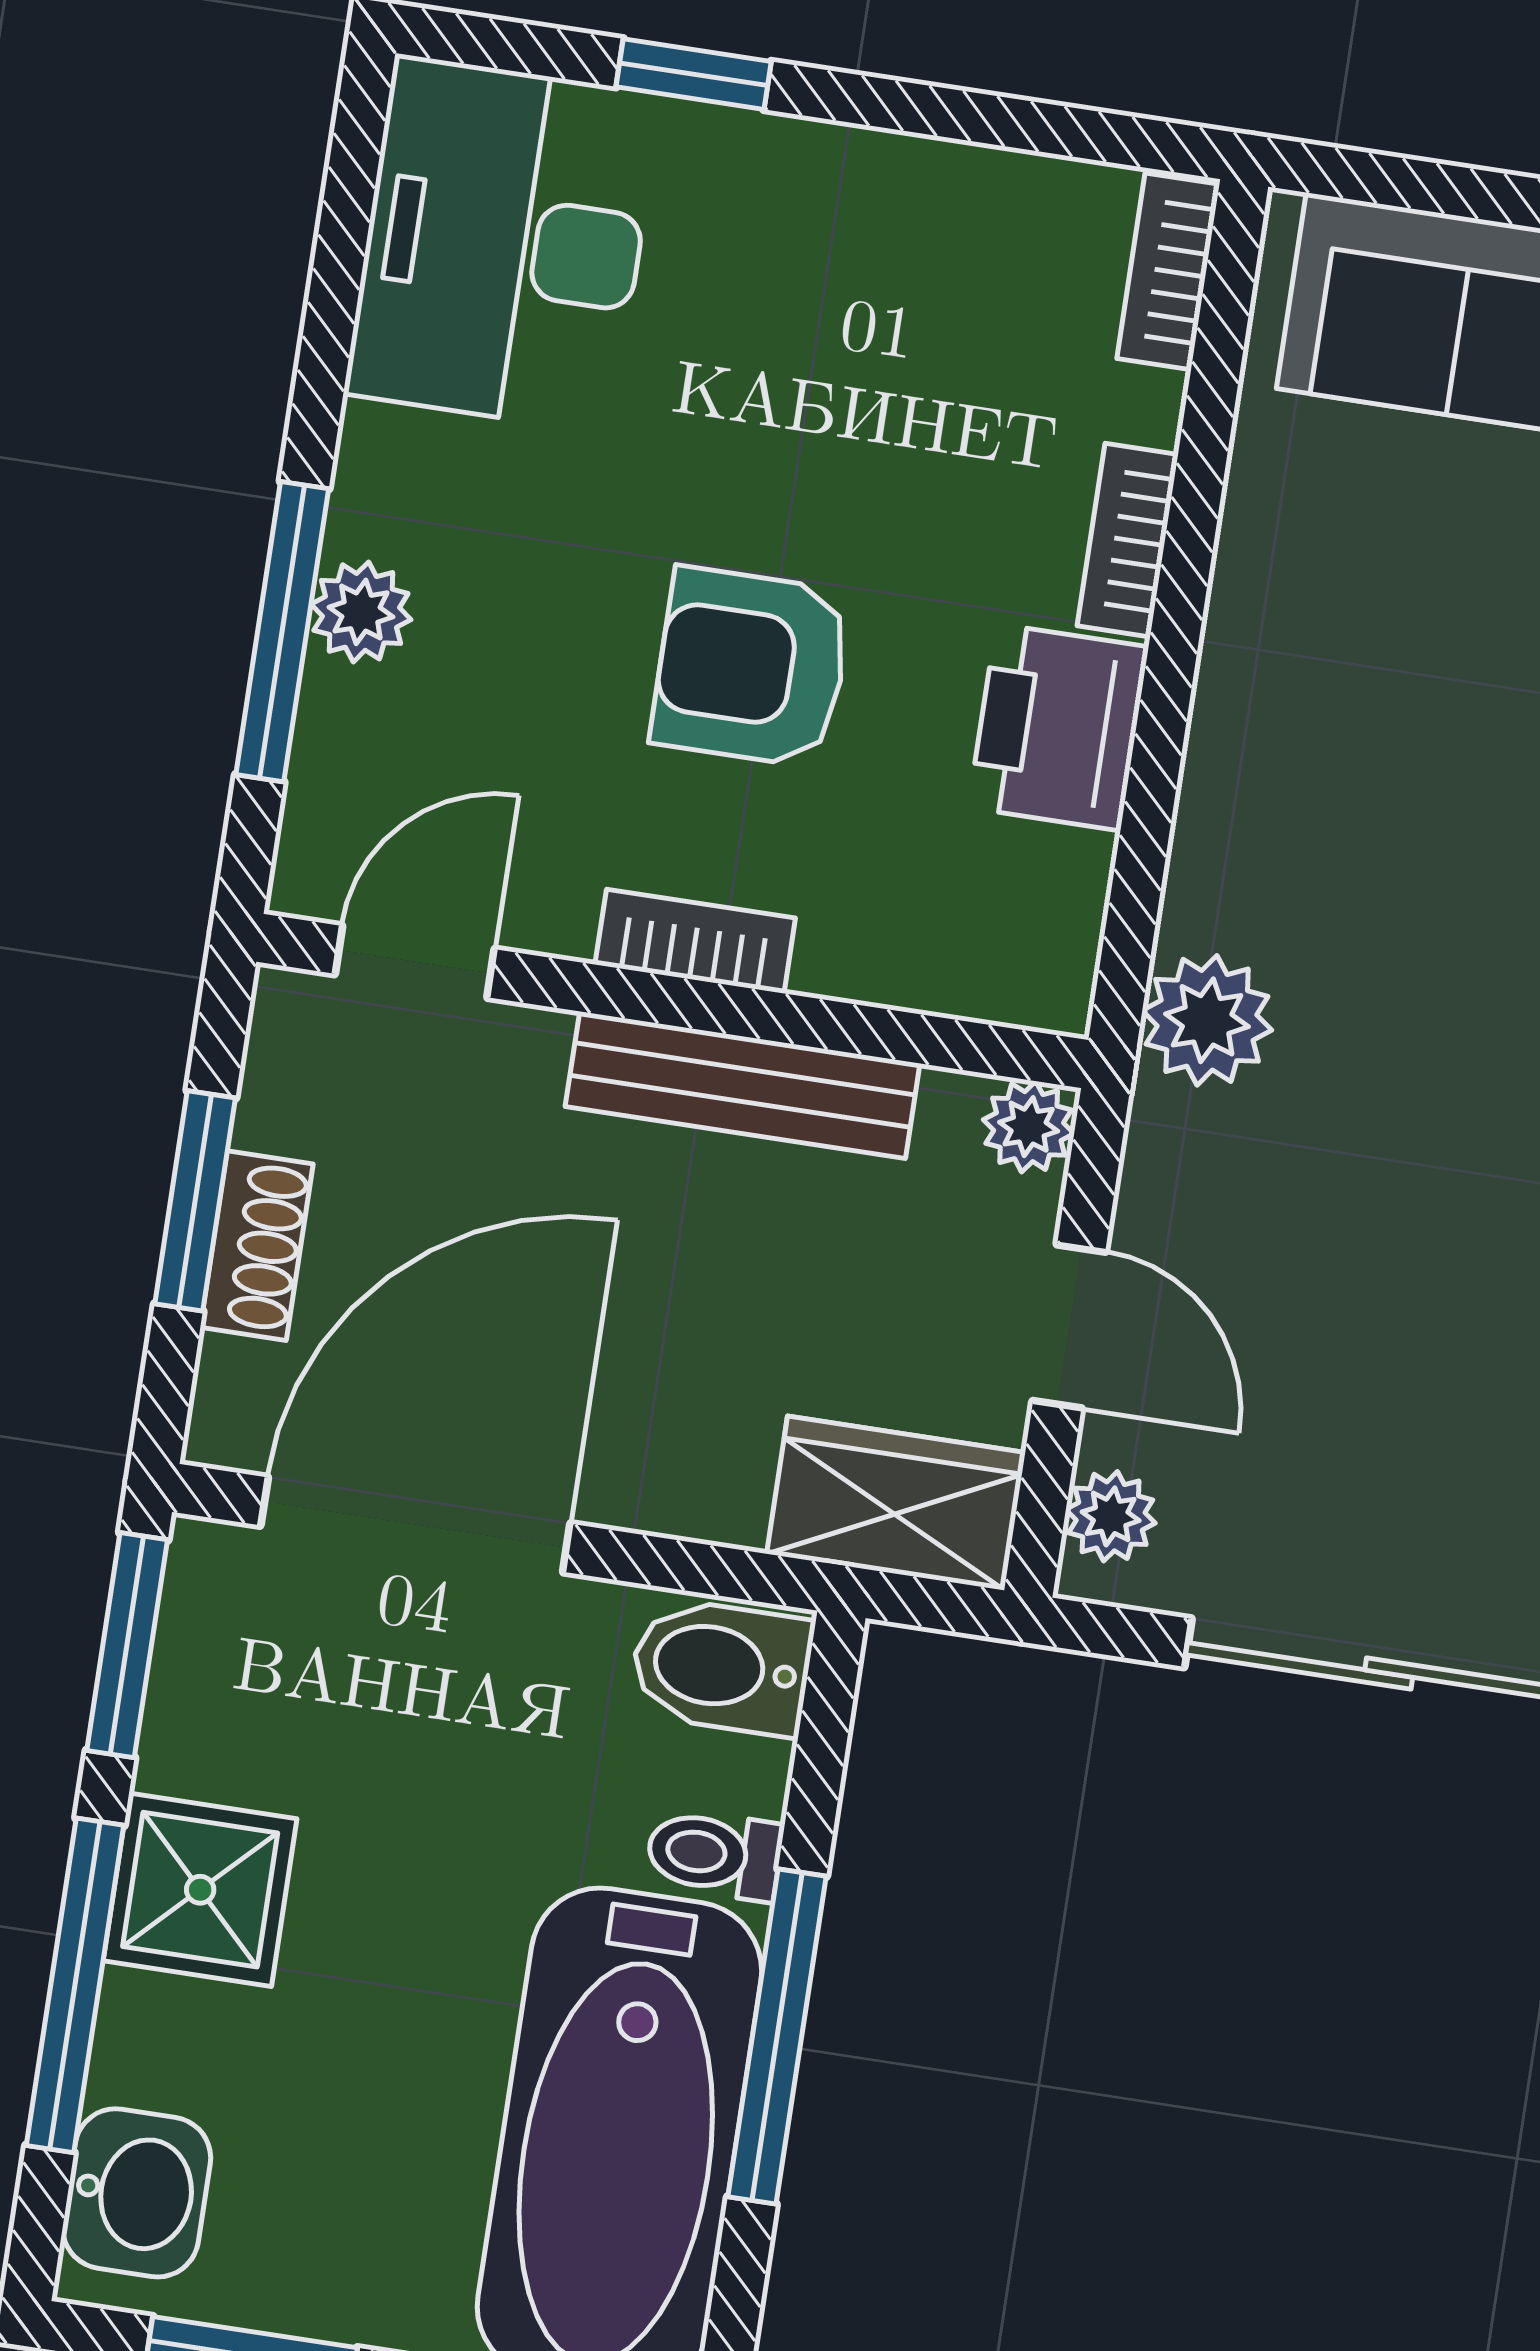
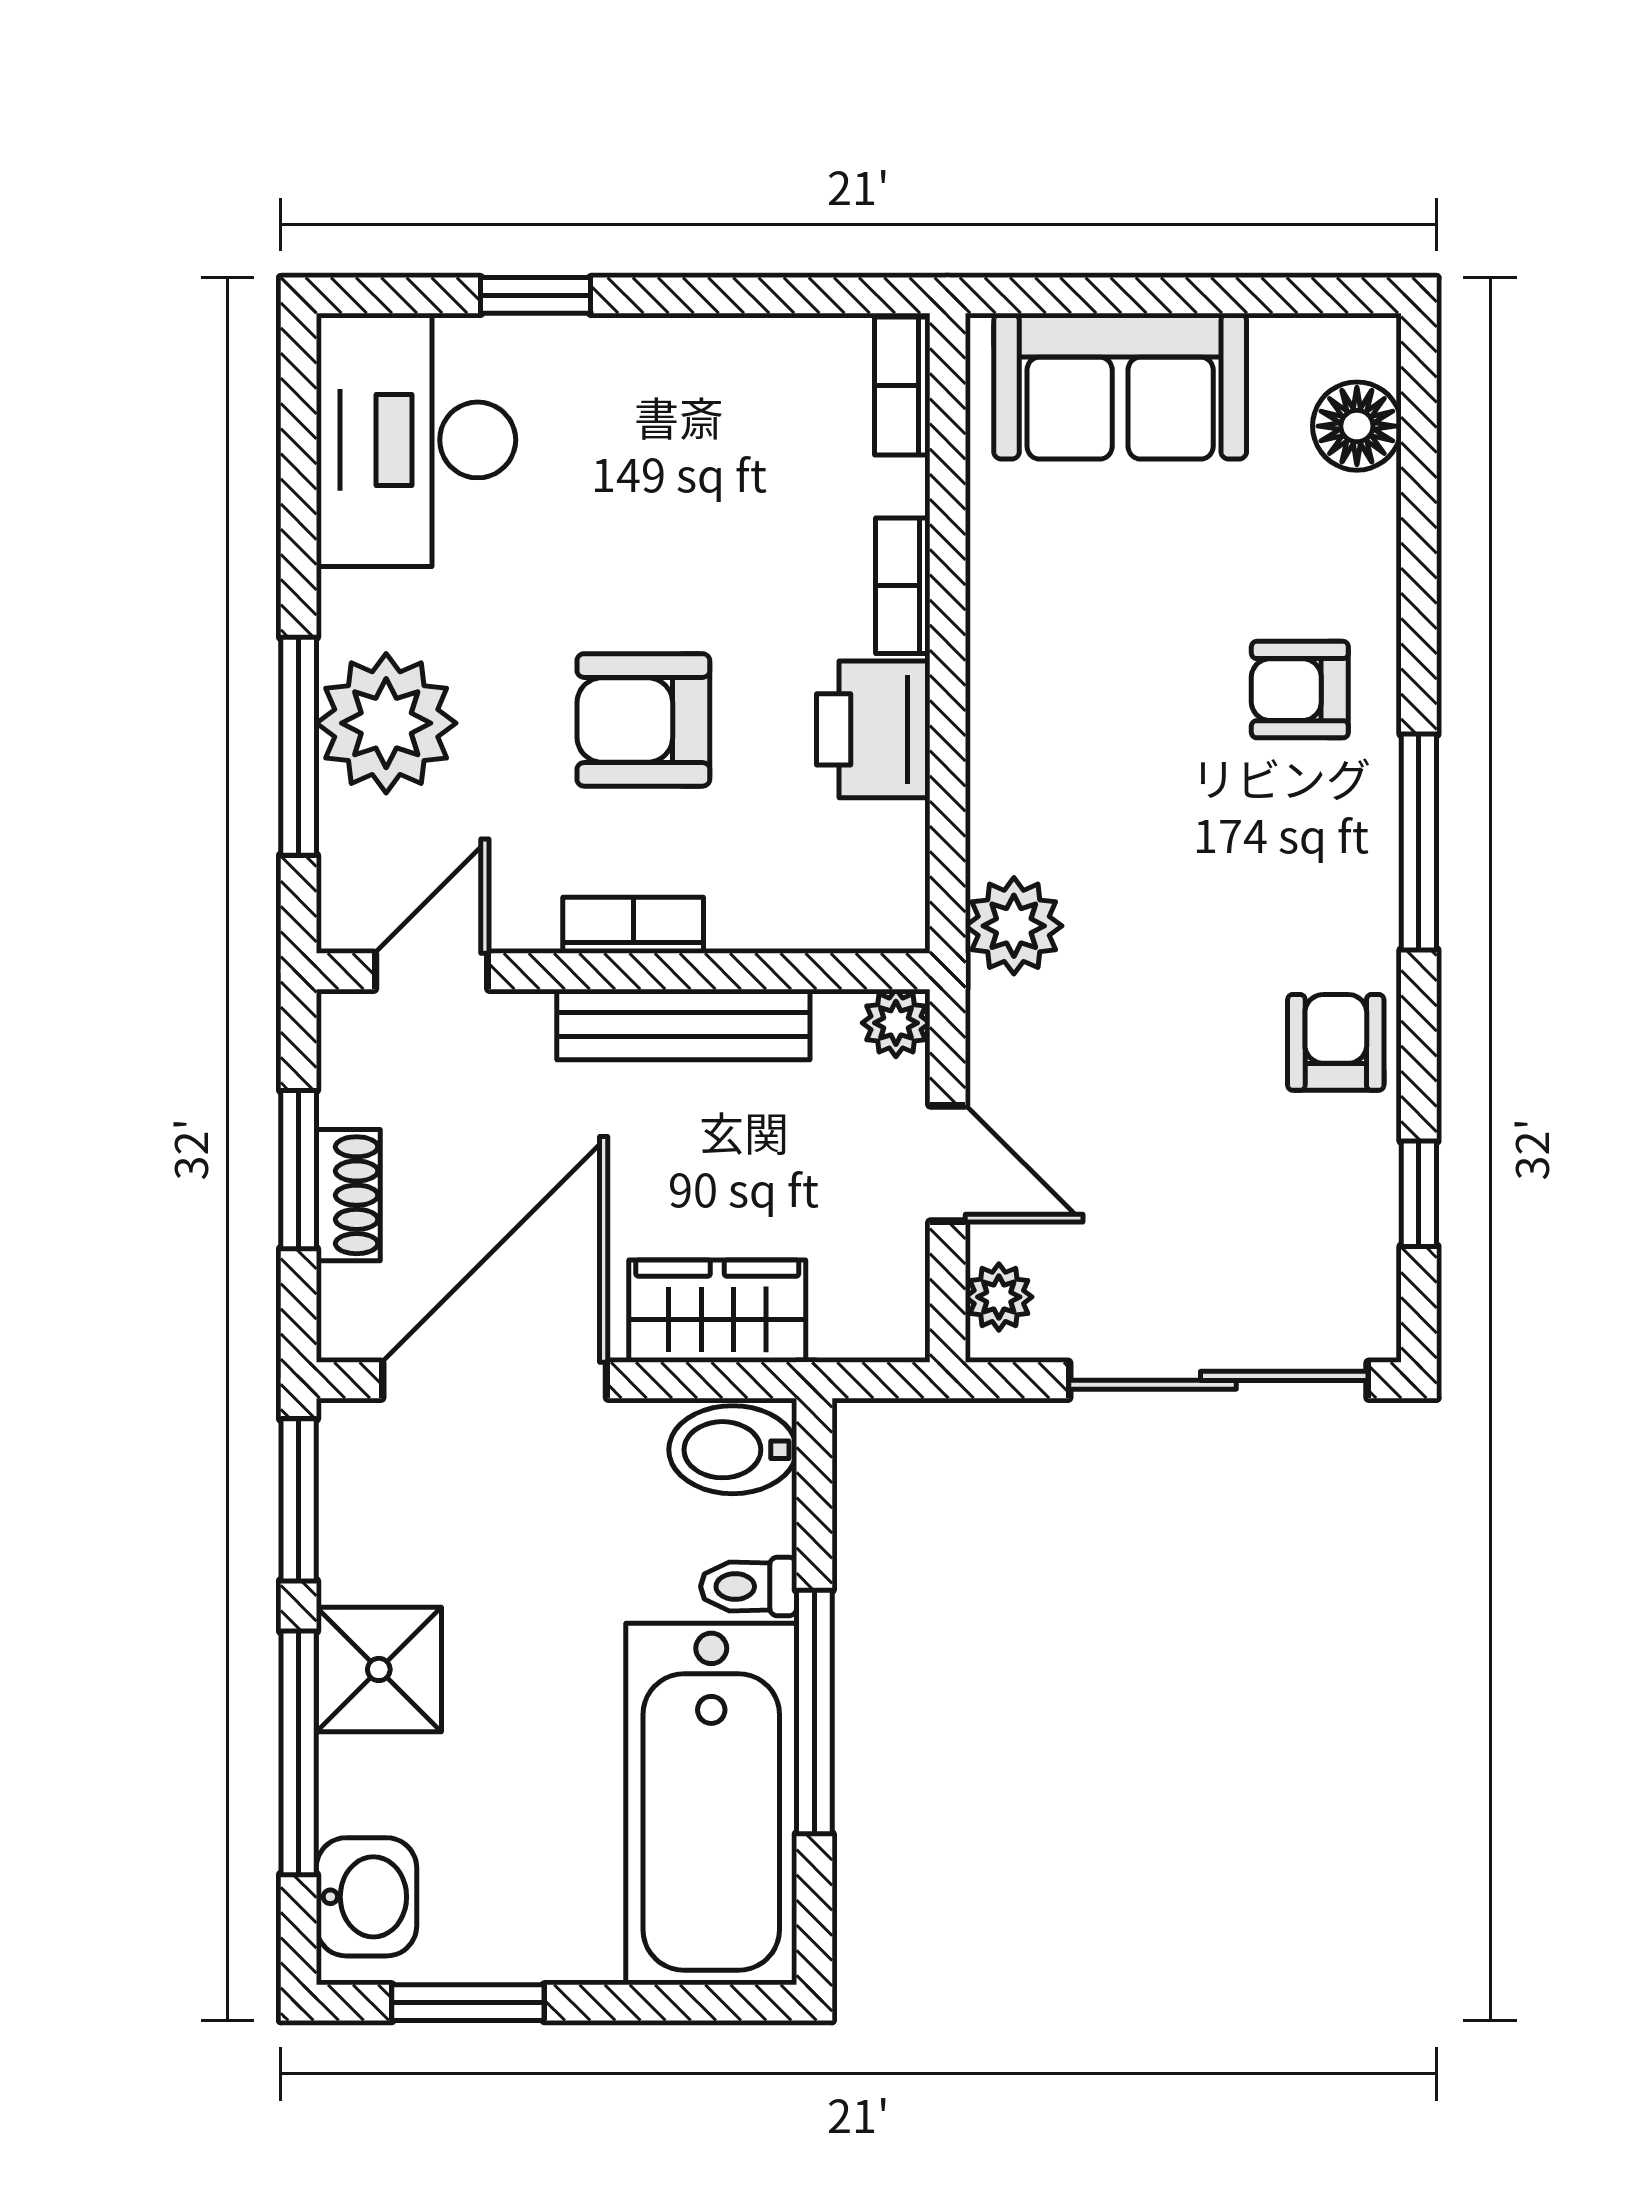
plant: (361, 612) -> (386, 723), width x1.87, depth x1.87
wardrobe: (896, 1503) -> (717, 1311), moved

